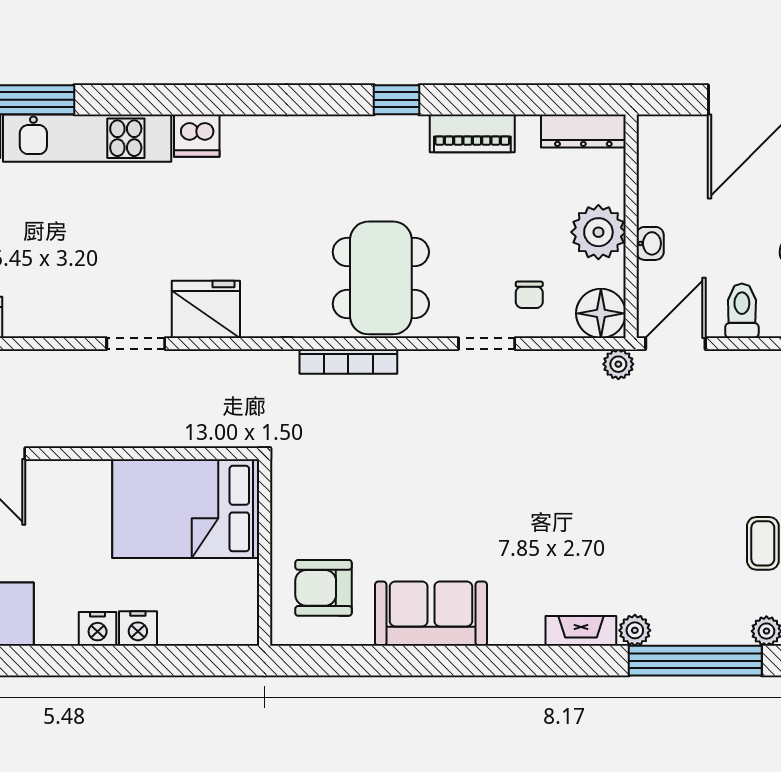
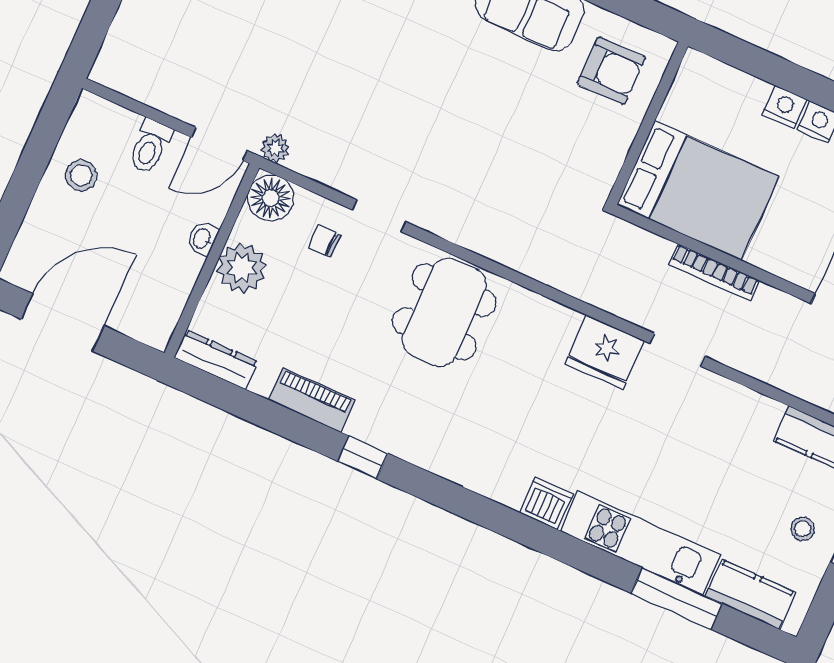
chair: (529, 295) -> (325, 241), turned -90
bookcase: (348, 362) -> (714, 272), moved, turned 180

